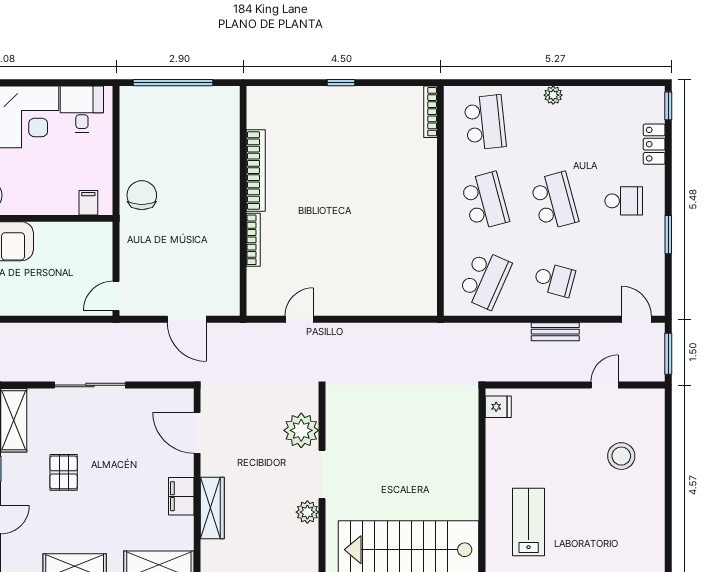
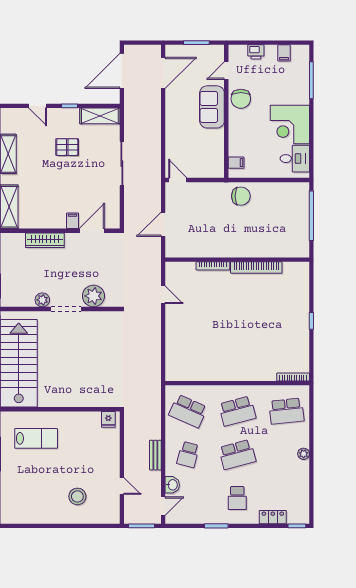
washbasin: (603, 305) -> (172, 485), added
filing cabinet: (181, 496) -> (73, 221), moved, width x0.50

